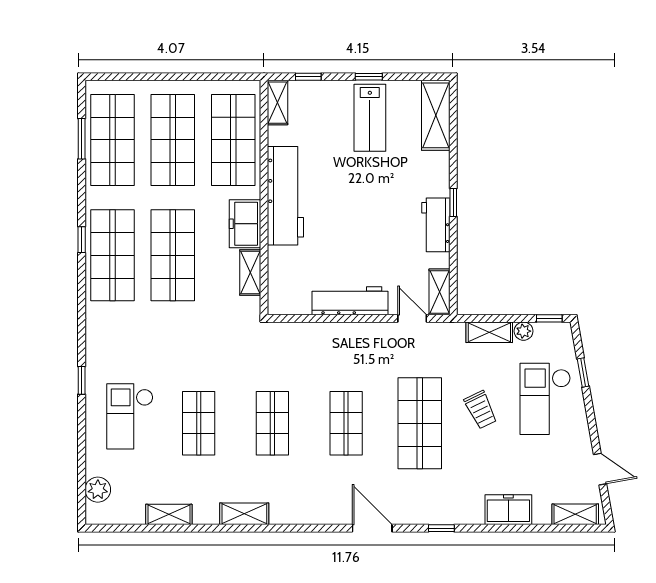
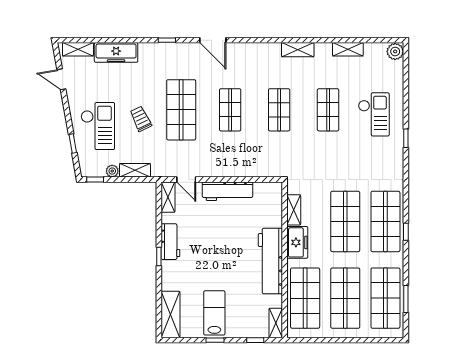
plant: (98, 490) -> (395, 51), moved
freezer: (508, 510) -> (116, 52), width x1.40

